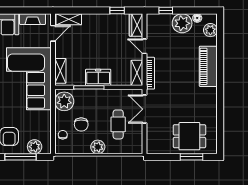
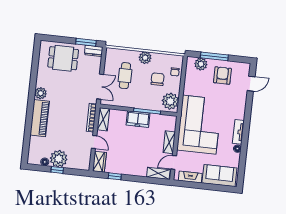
window: (166, 10) -> (57, 170), moved
plant: (210, 30) -> (41, 93), moved
shelving: (60, 71) -> (169, 142), moved
dresser: (156, 148) -> (94, 51), added
window: (192, 157) -> (86, 42), moved

